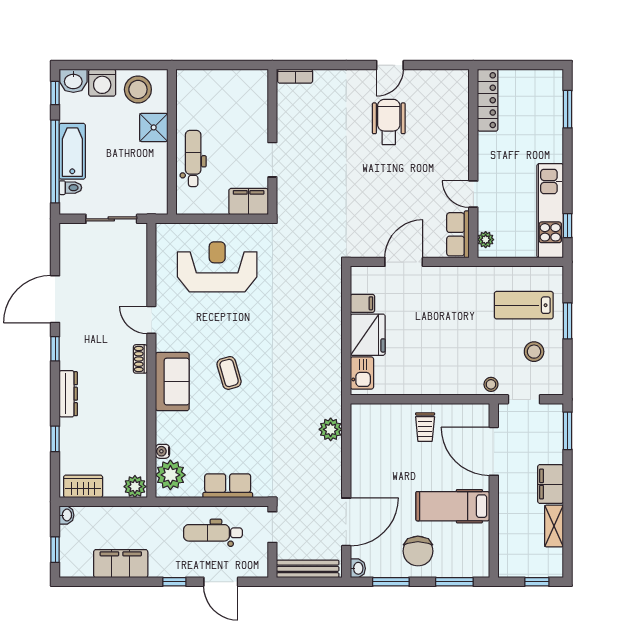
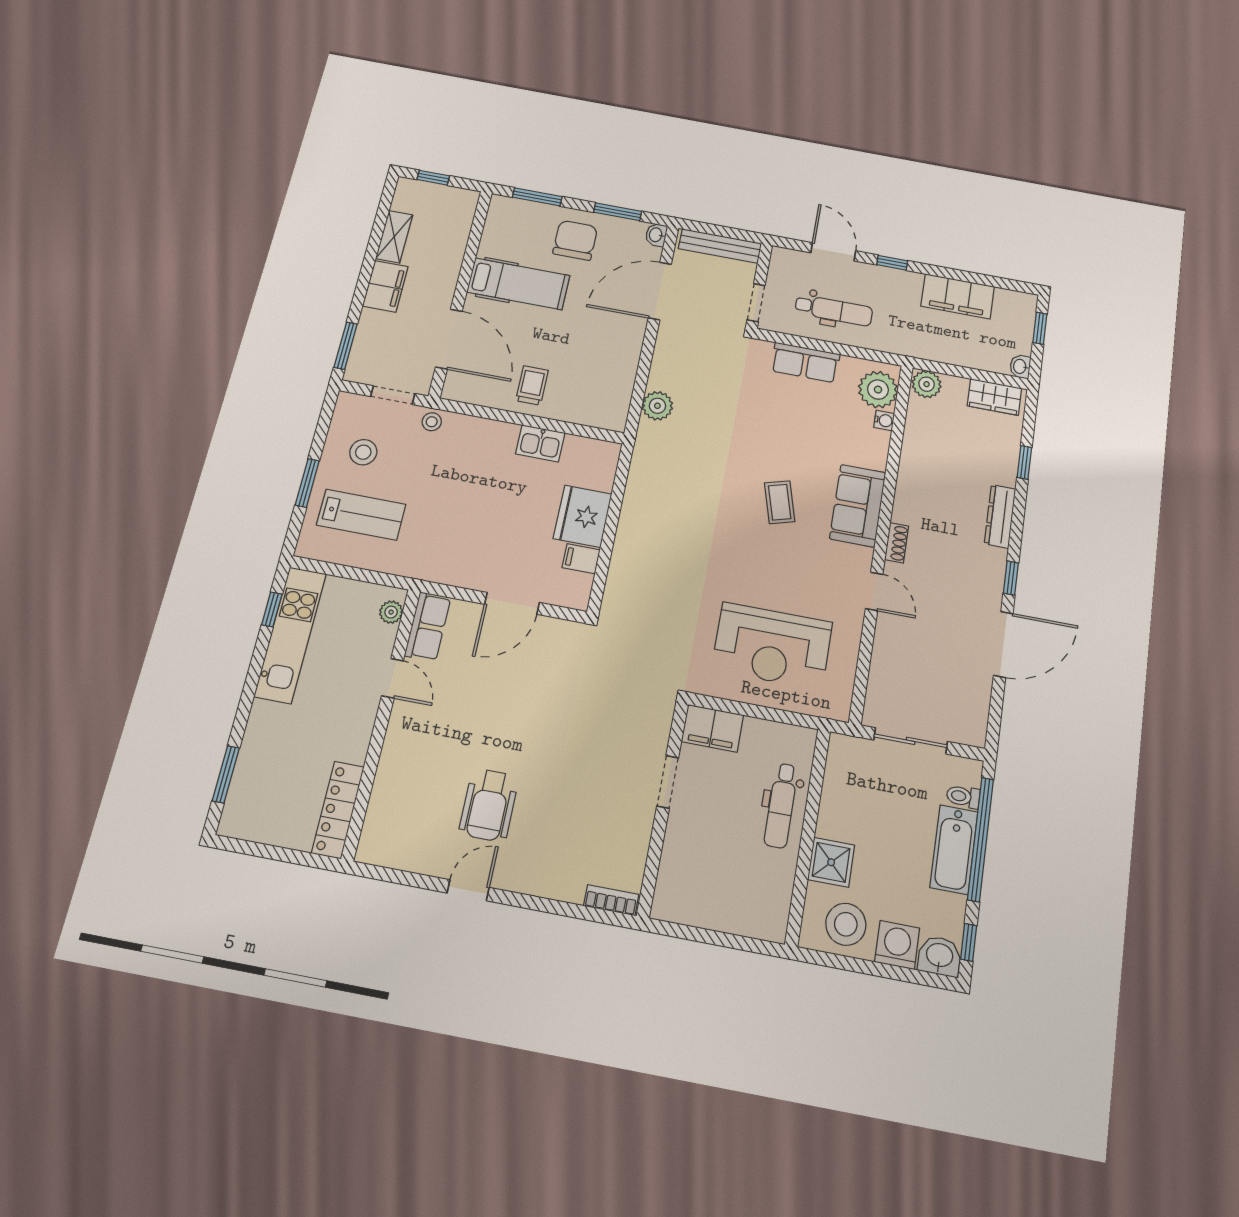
kitchen sink: (362, 373) -> (540, 443), moved, turned -90

